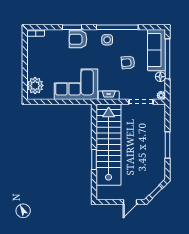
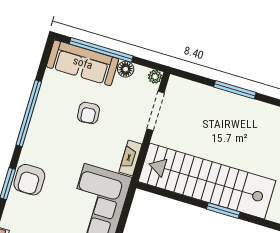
side table: (107, 40) -> (44, 135), removed

